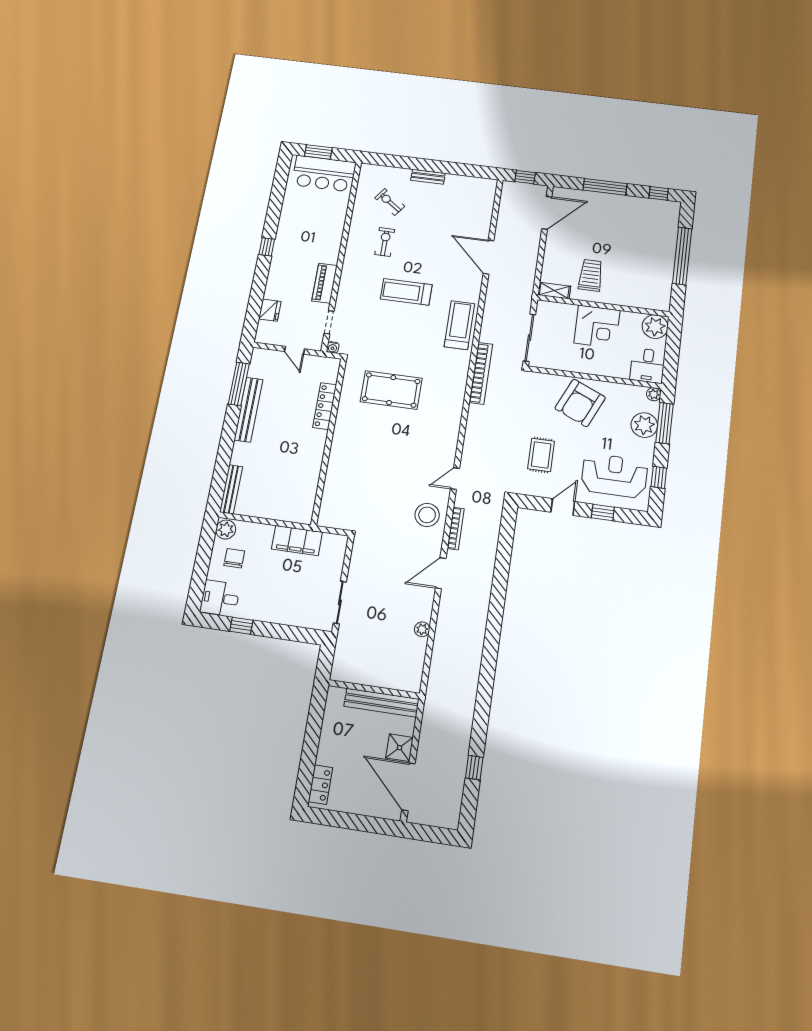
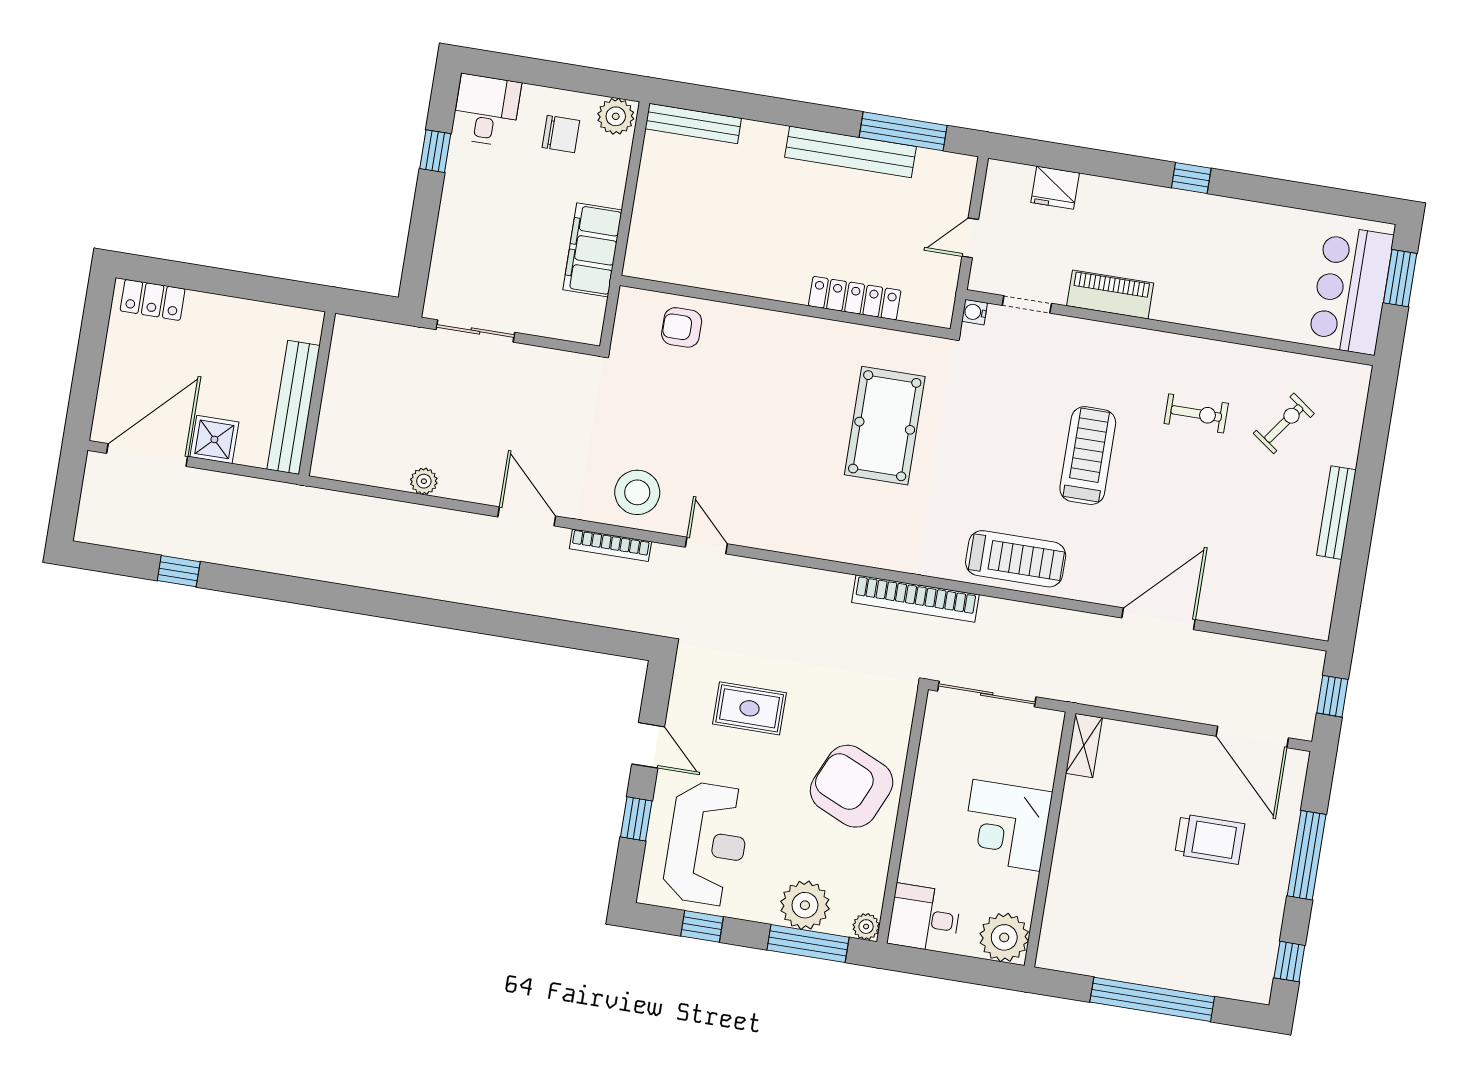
bench: (428, 177) -> (1336, 513), width x1.36
trolley: (591, 275) -> (1210, 839), moved
armchair: (339, 493) -> (682, 327), added

